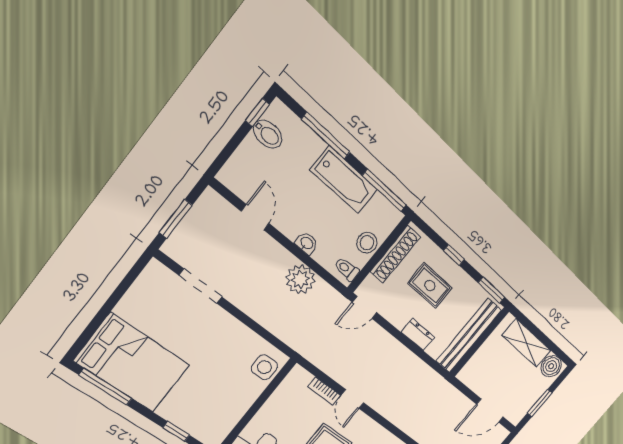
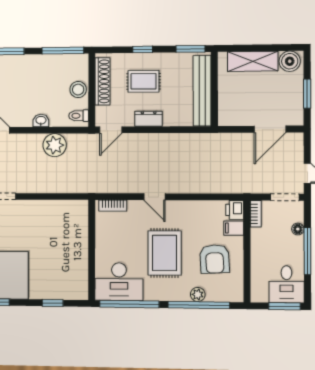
bathtub: (344, 180) -> (33, 66), removed
dresser: (418, 335) -> (149, 119), moved
side table: (264, 367) -> (76, 219), removed
bookcase: (324, 391) -> (113, 206), moved

